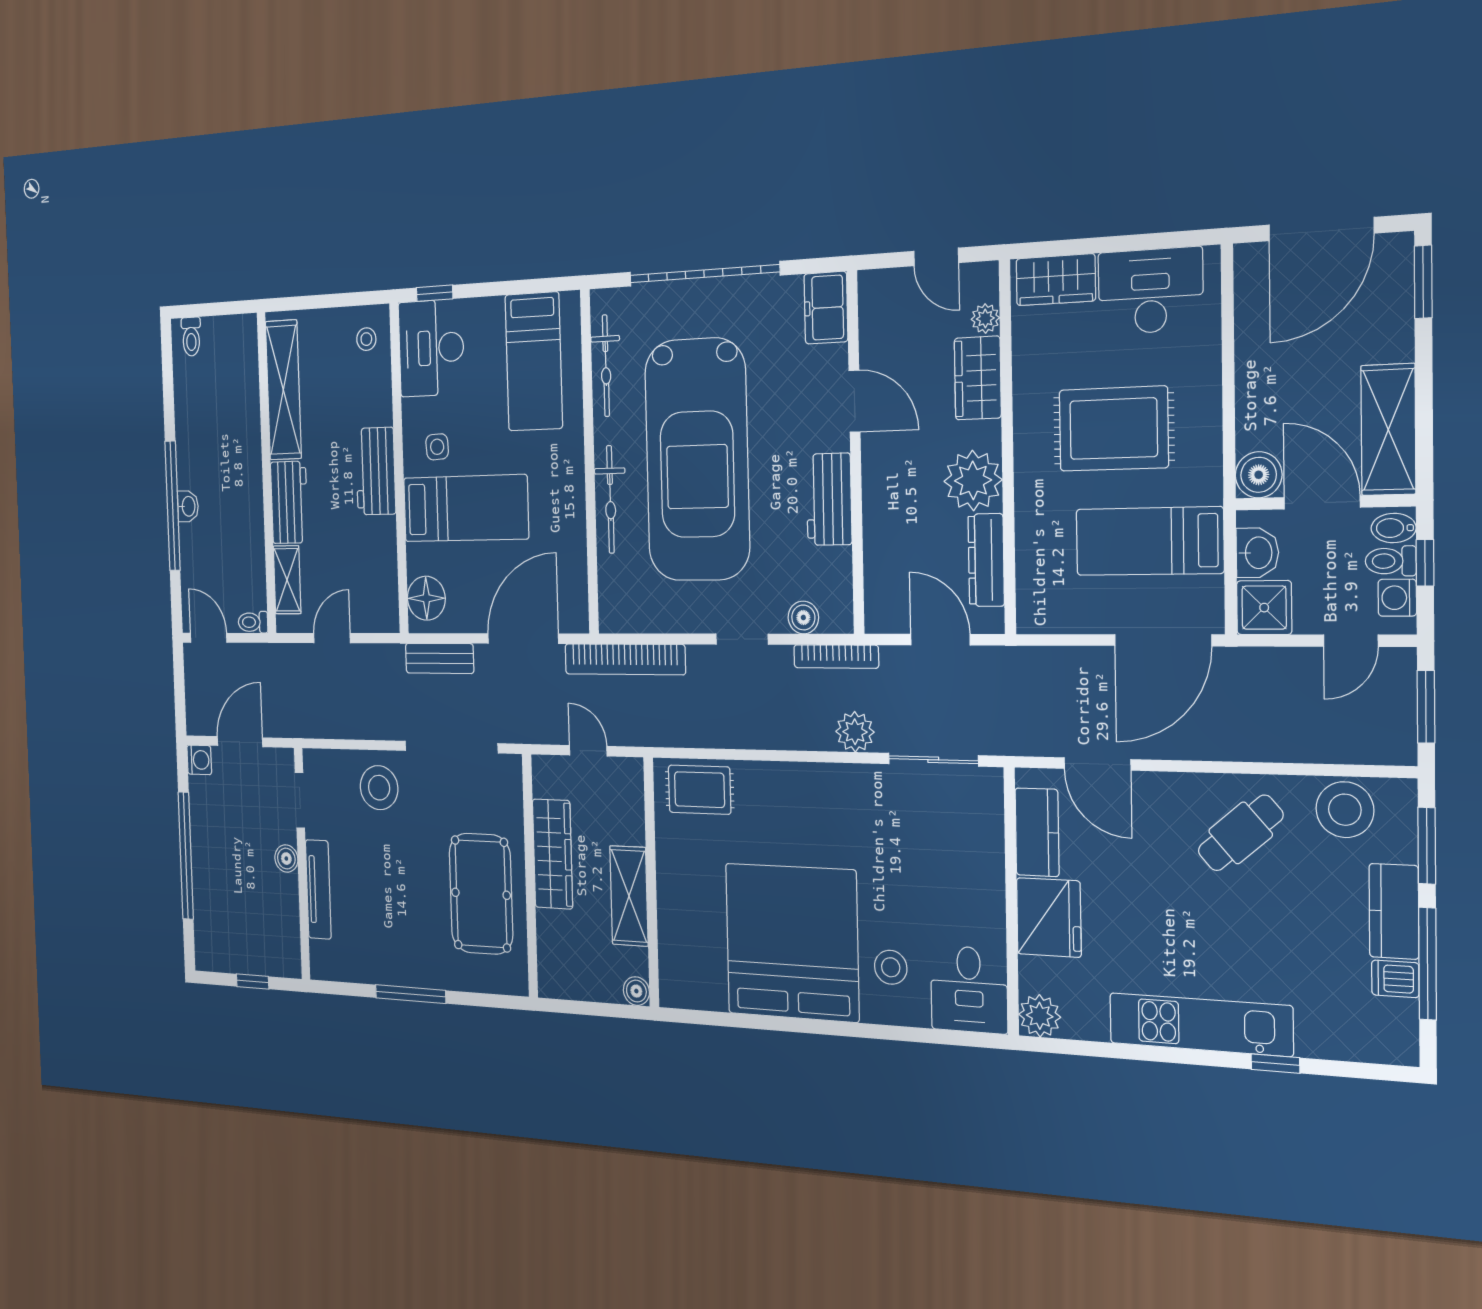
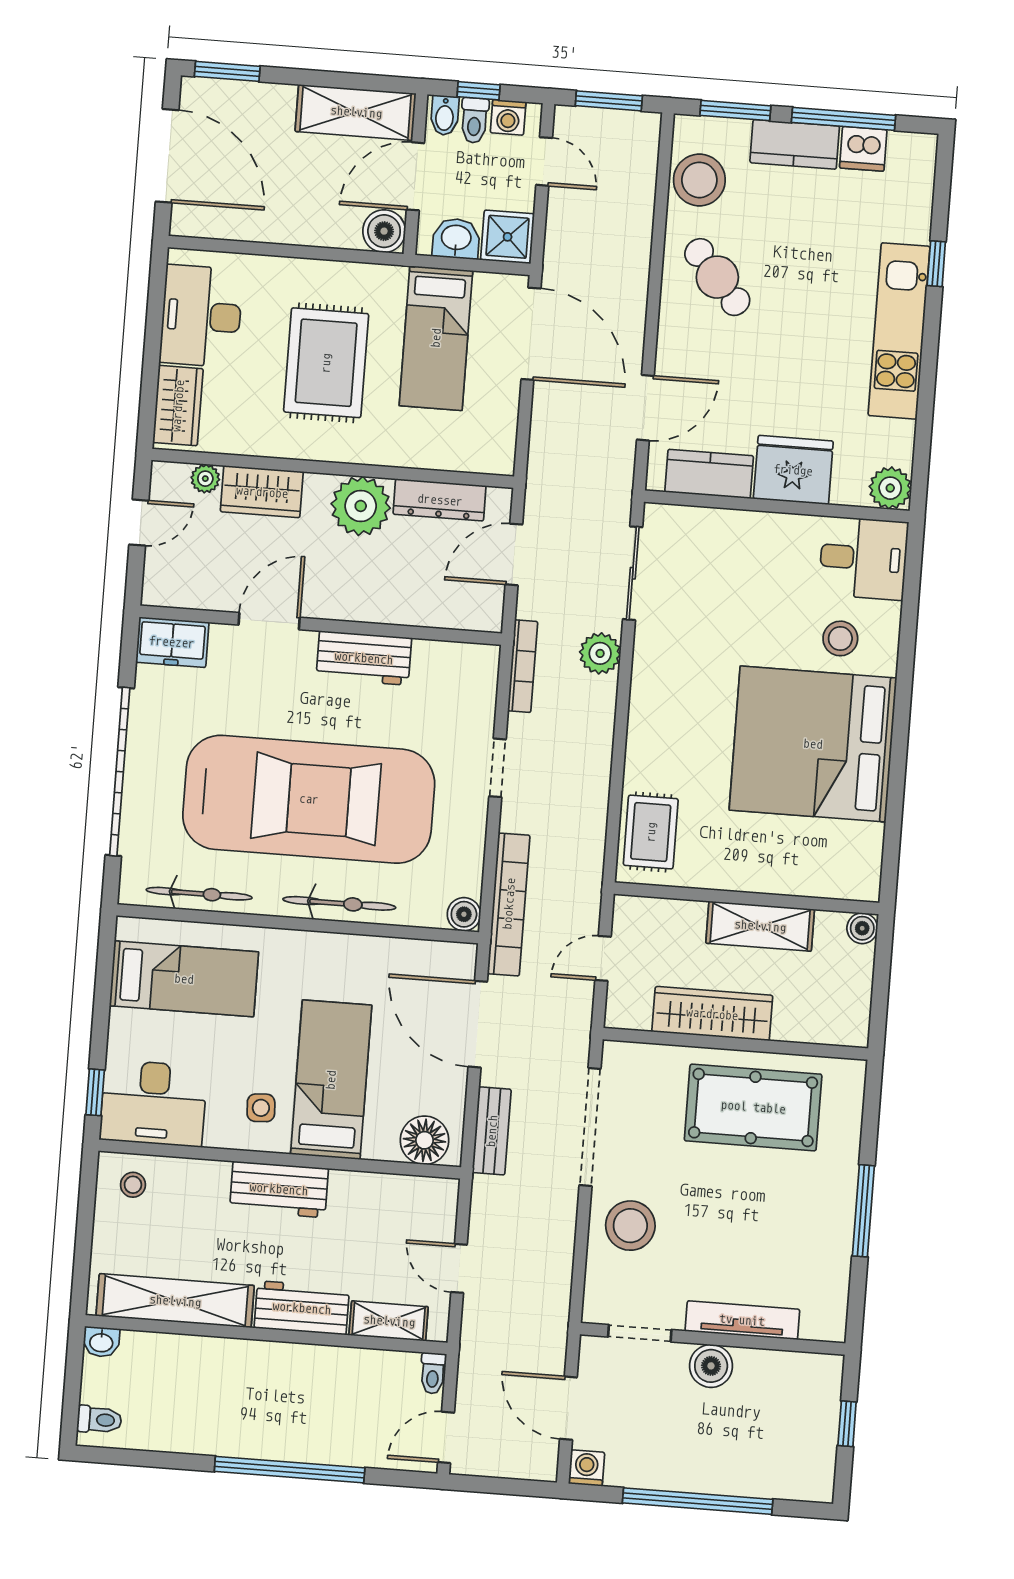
washbasin: (188, 506) -> (101, 1342), moved, turned 180
boiler: (803, 617) -> (464, 914), moved
boiler: (286, 859) -> (711, 1366), width x1.36, depth x1.36
dishwasher: (1395, 979) -> (863, 149), width x1.38

